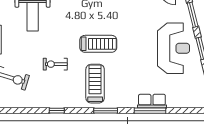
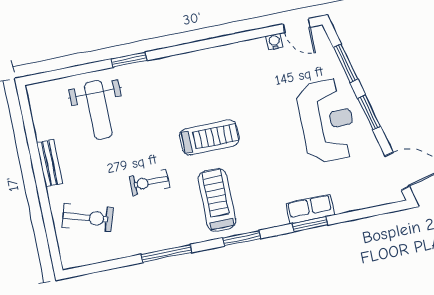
window: (57, 111) -> (166, 253), width x2.17
window: (150, 111) -> (310, 224), width x0.69

